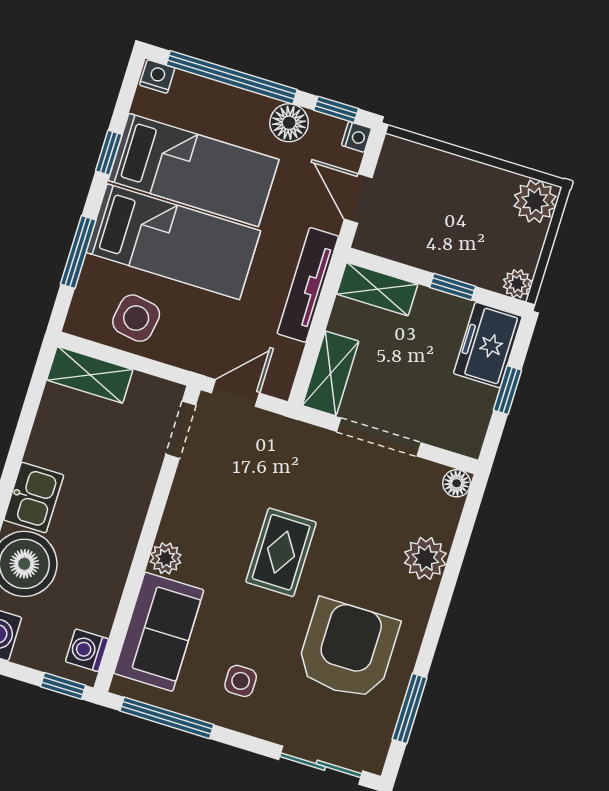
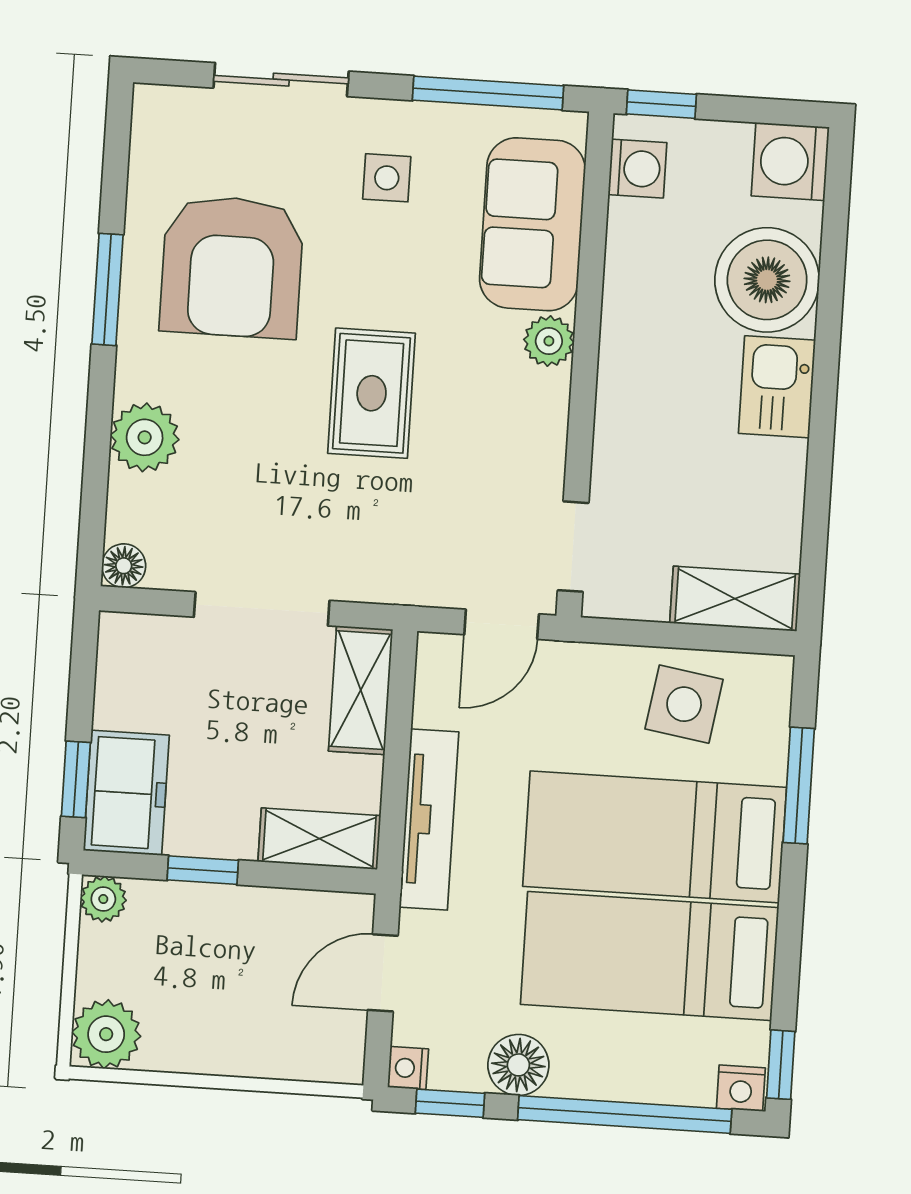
window: (109, 153) -> (781, 1065), moved
door: (358, 198) -> (383, 973), swing flipped
window: (507, 390) -> (76, 779), moved
window: (410, 709) -> (108, 289), moved
sliding door: (321, 765) -> (281, 80), moved

